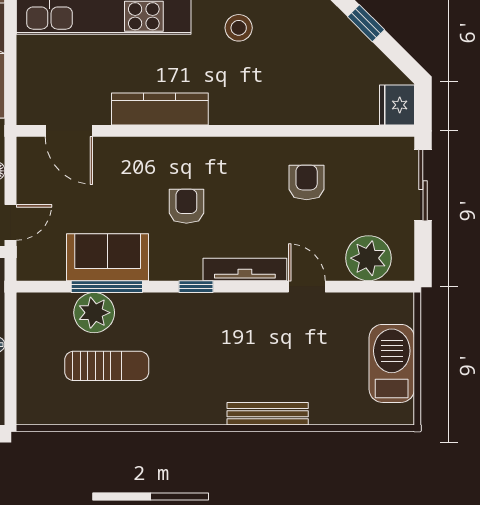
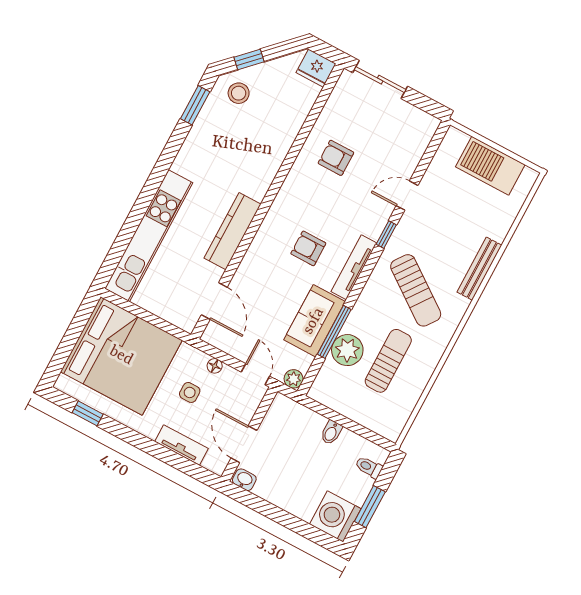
stool: (239, 28) -> (239, 93), moved
door: (69, 131) -> (214, 301), hinge flipped
plant: (368, 258) -> (294, 379), moved, width x0.53, depth x0.53
tv unit: (245, 270) -> (354, 267), moved
window: (196, 287) -> (386, 235), moved
sun lounger: (204, 354) -> (416, 290), added

